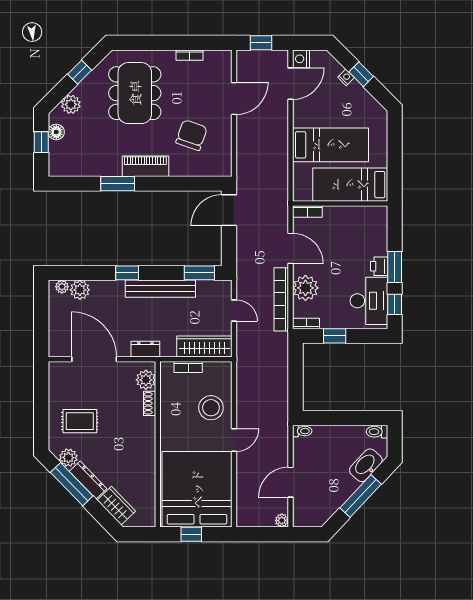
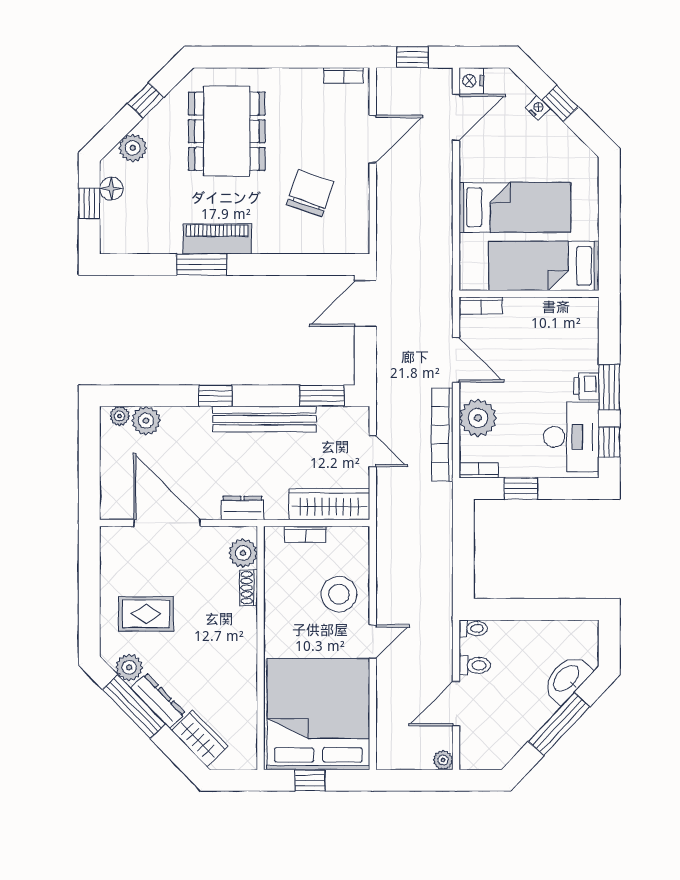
bookcase: (190, 55) -> (343, 75), moved
piano: (145, 166) -> (217, 239), moved
toilet: (377, 432) -> (475, 665), moved, turned 180

